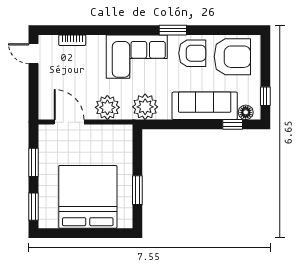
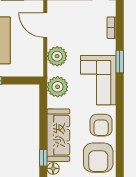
window: (173, 30) -> (120, 62), moved
door: (69, 122) -> (45, 25), swing flipped

